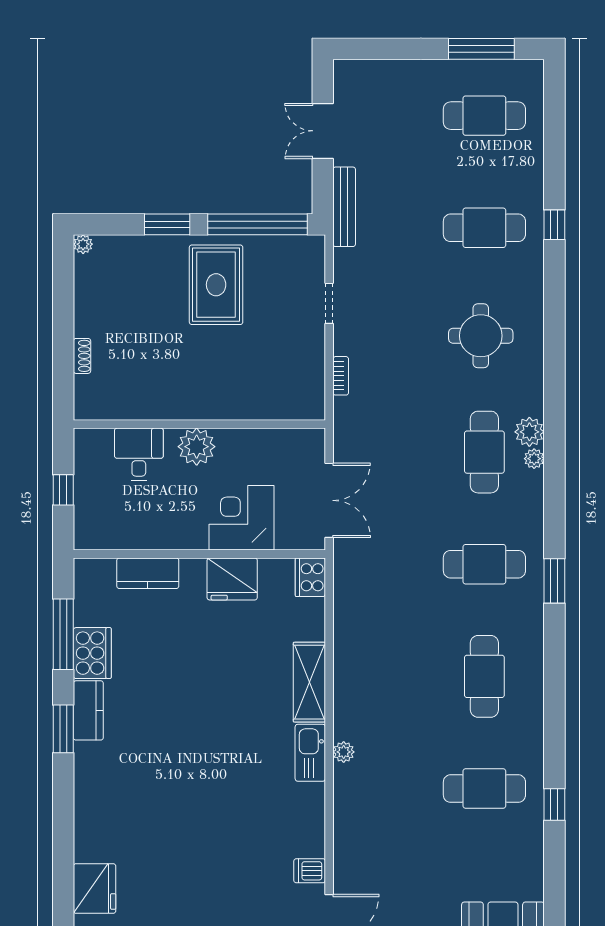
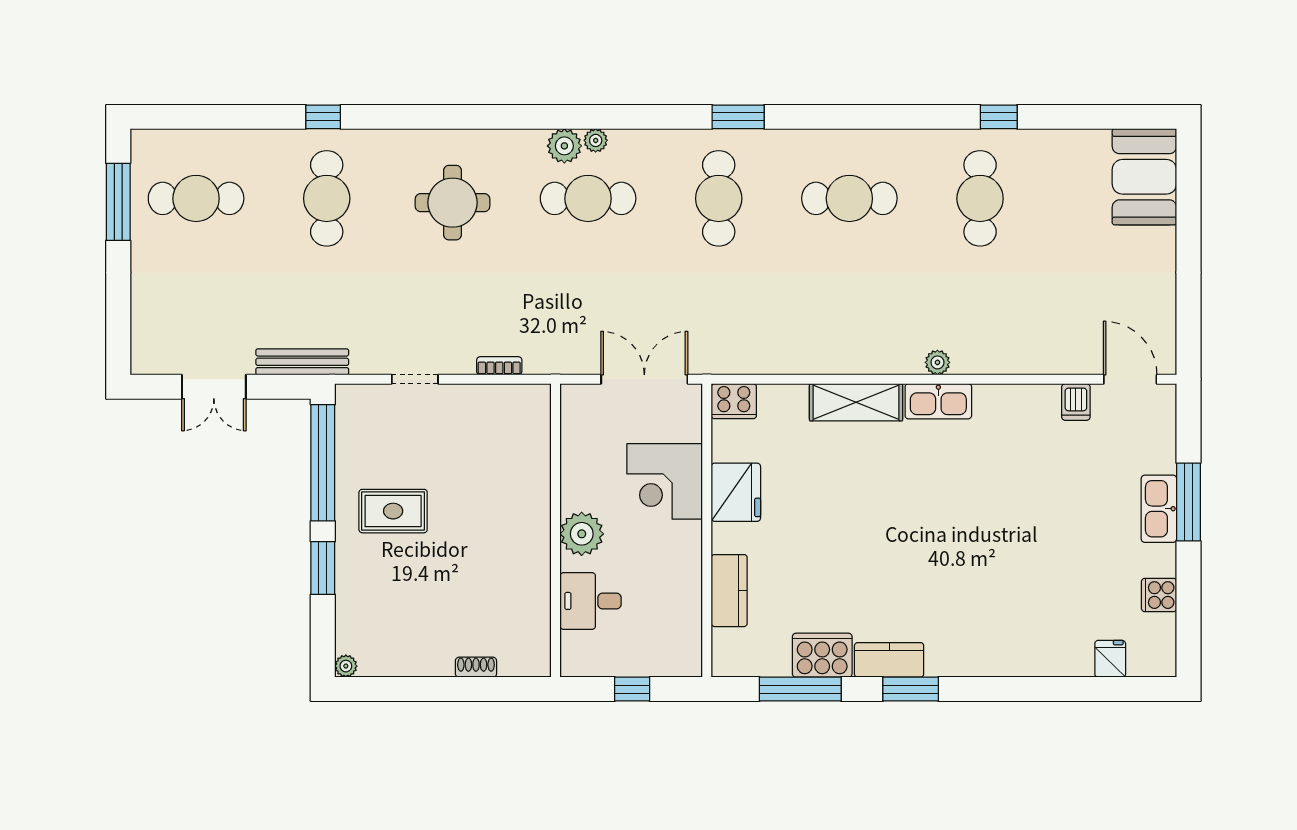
cafe table: (484, 116) -> (196, 198), turned 90
rug: (216, 285) -> (393, 511), width x0.73, depth x0.70
fridge: (95, 889) -> (1110, 659), width x0.53, depth x0.75

